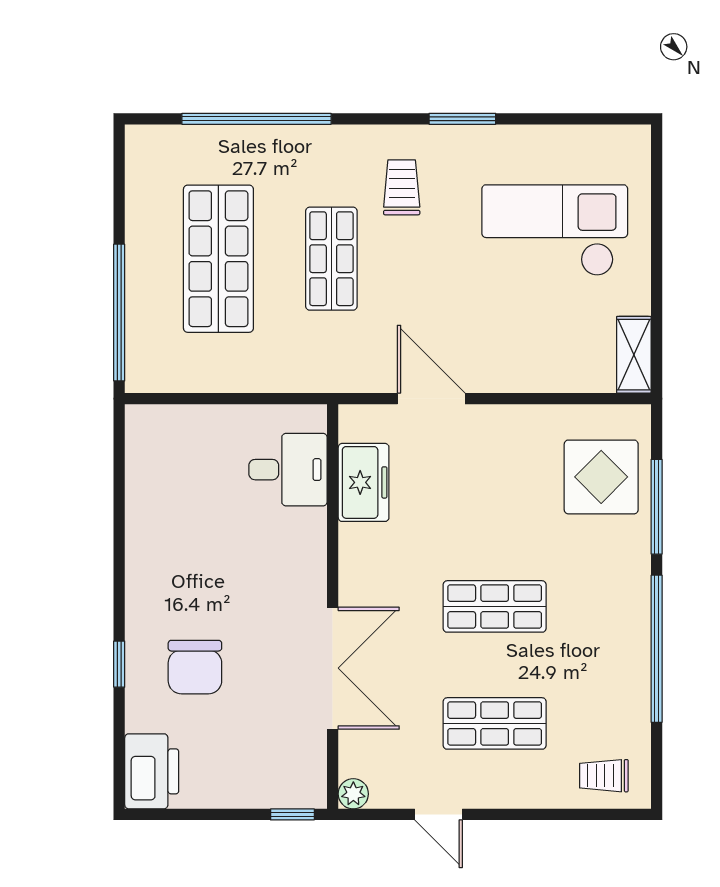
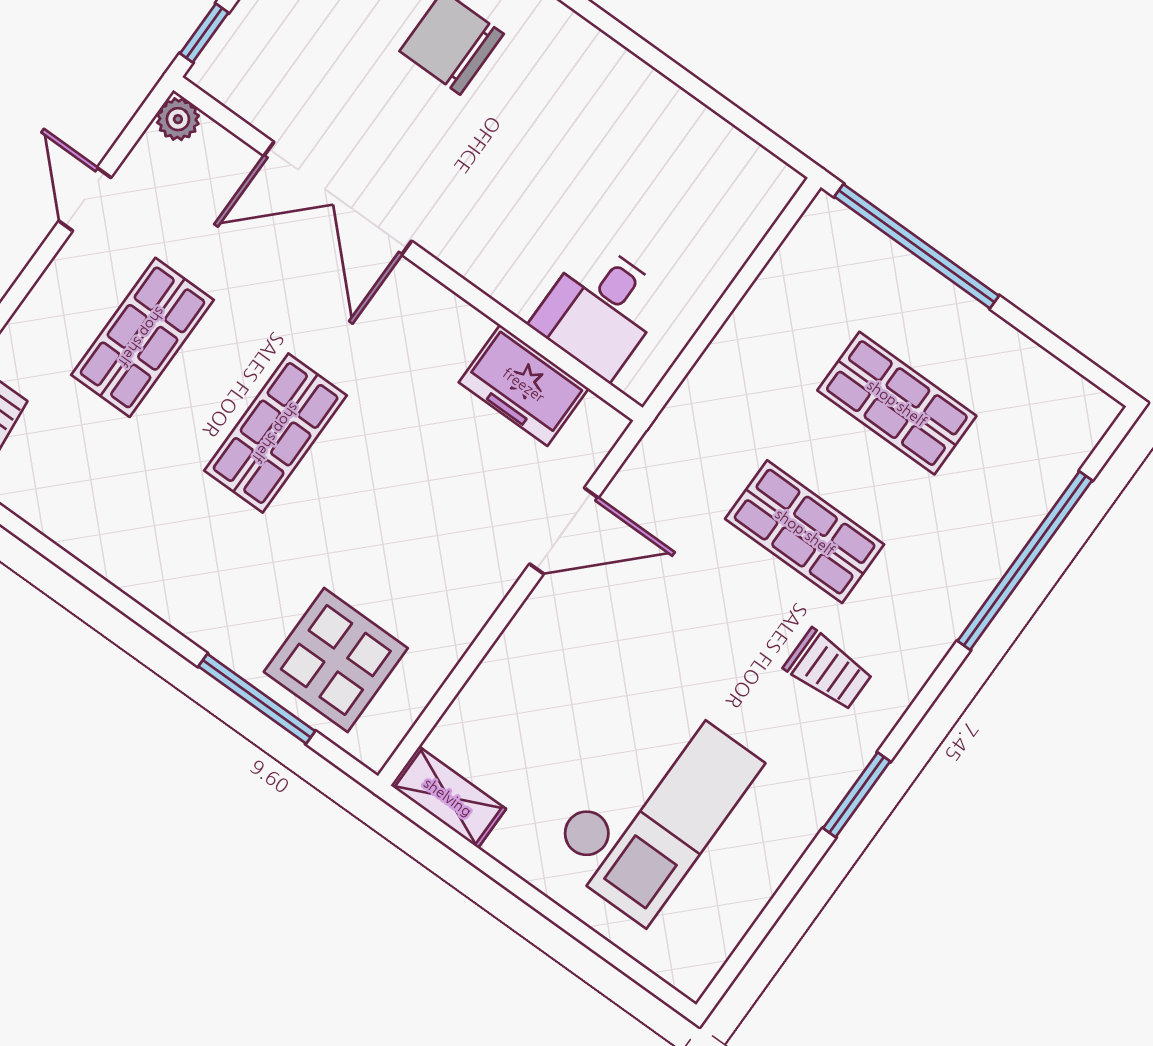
shop shelf: (218, 259) -> (897, 403), width x0.70, depth x0.74
window: (657, 649) -> (95, 583), removed
door: (439, 814) -> (85, 199), hinge flipped

